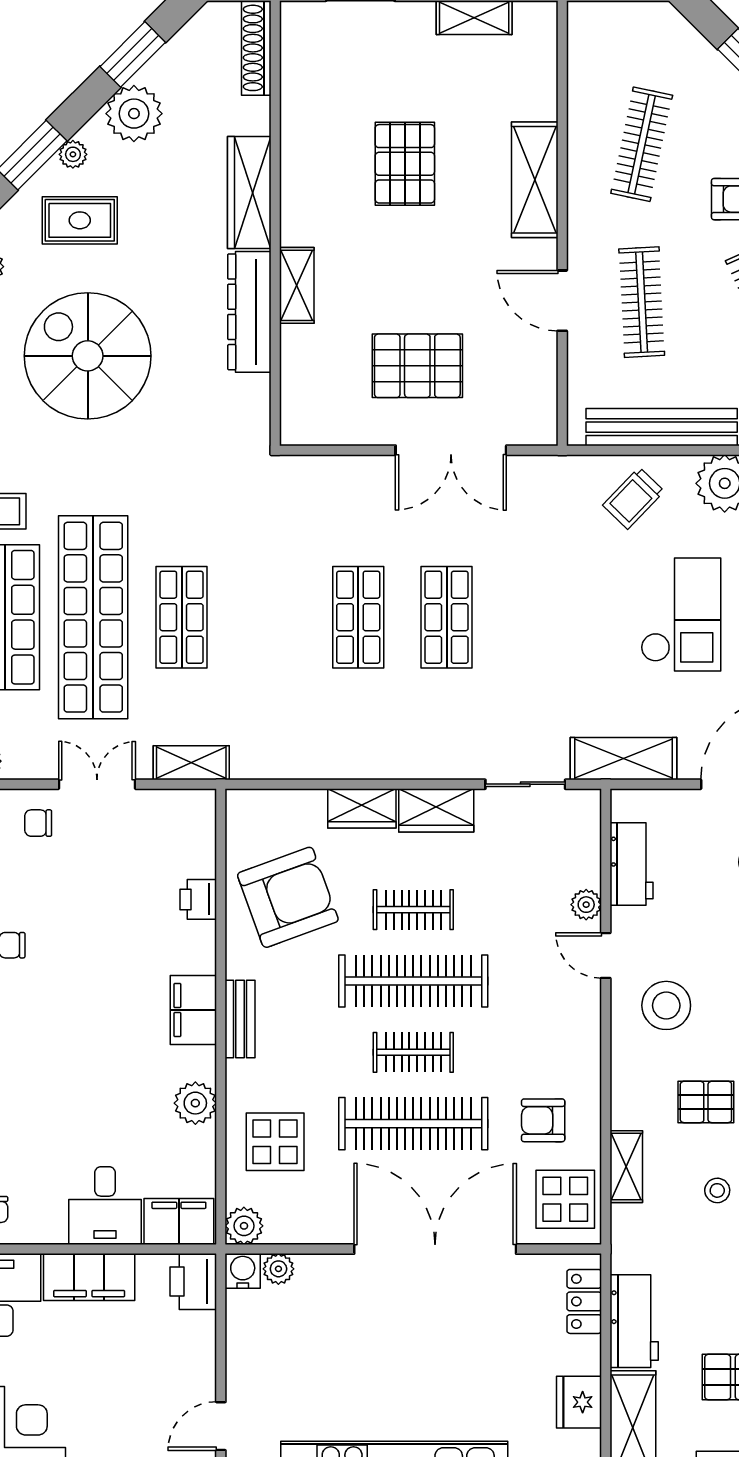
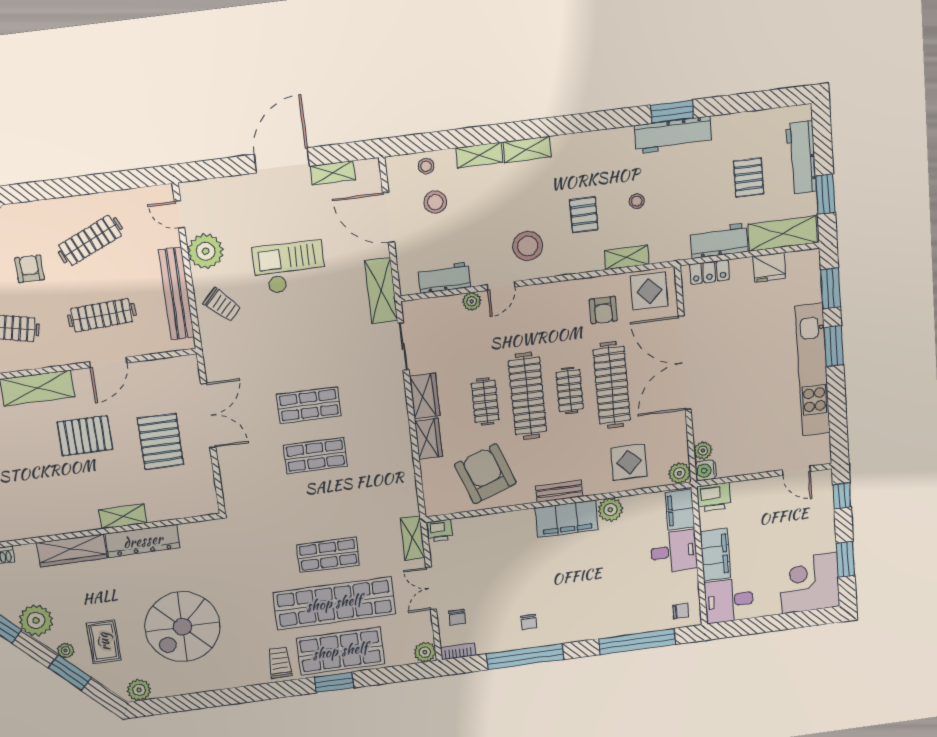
pallet: (405, 164) -> (85, 436), moved
printer: (198, 899) -> (440, 531), moved
filing cabinet: (193, 1010) -> (567, 519), width x1.50, depth x1.17

